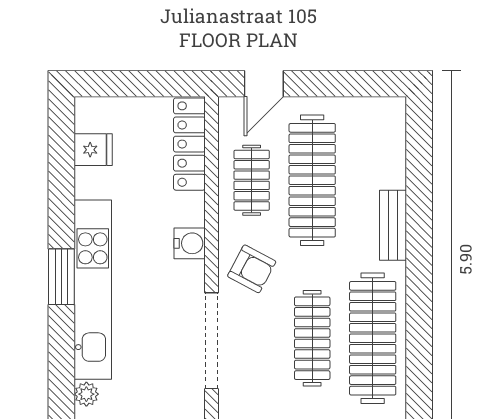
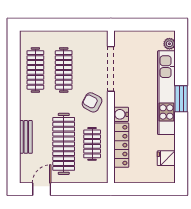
door: (264, 84) -> (42, 189), moved
locker: (189, 144) -> (121, 145), moved
bench: (393, 225) -> (26, 137), moved
clothes rail: (373, 338) -> (35, 70), width x0.73, depth x0.76

